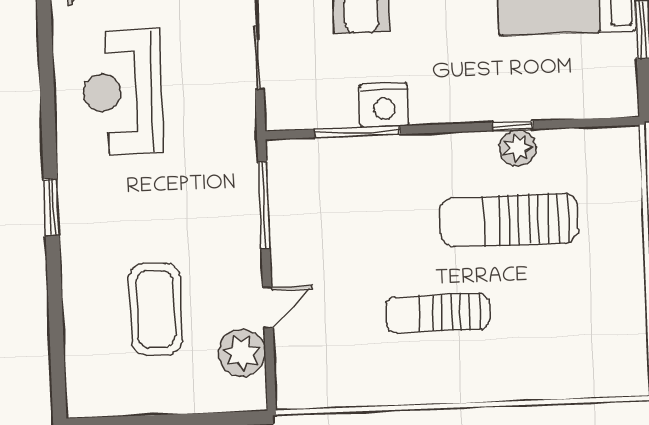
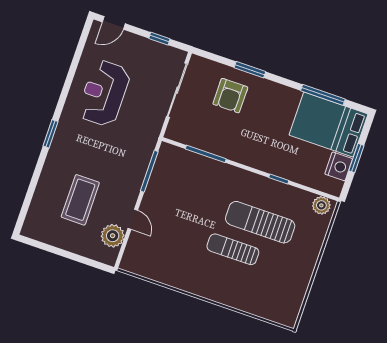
nightstand: (384, 105) -> (339, 166), moved, turned -90
plant: (517, 148) -> (321, 205), moved
door: (268, 307) -> (133, 219), hinge flipped
sun lounger: (438, 313) -> (233, 249), moved

